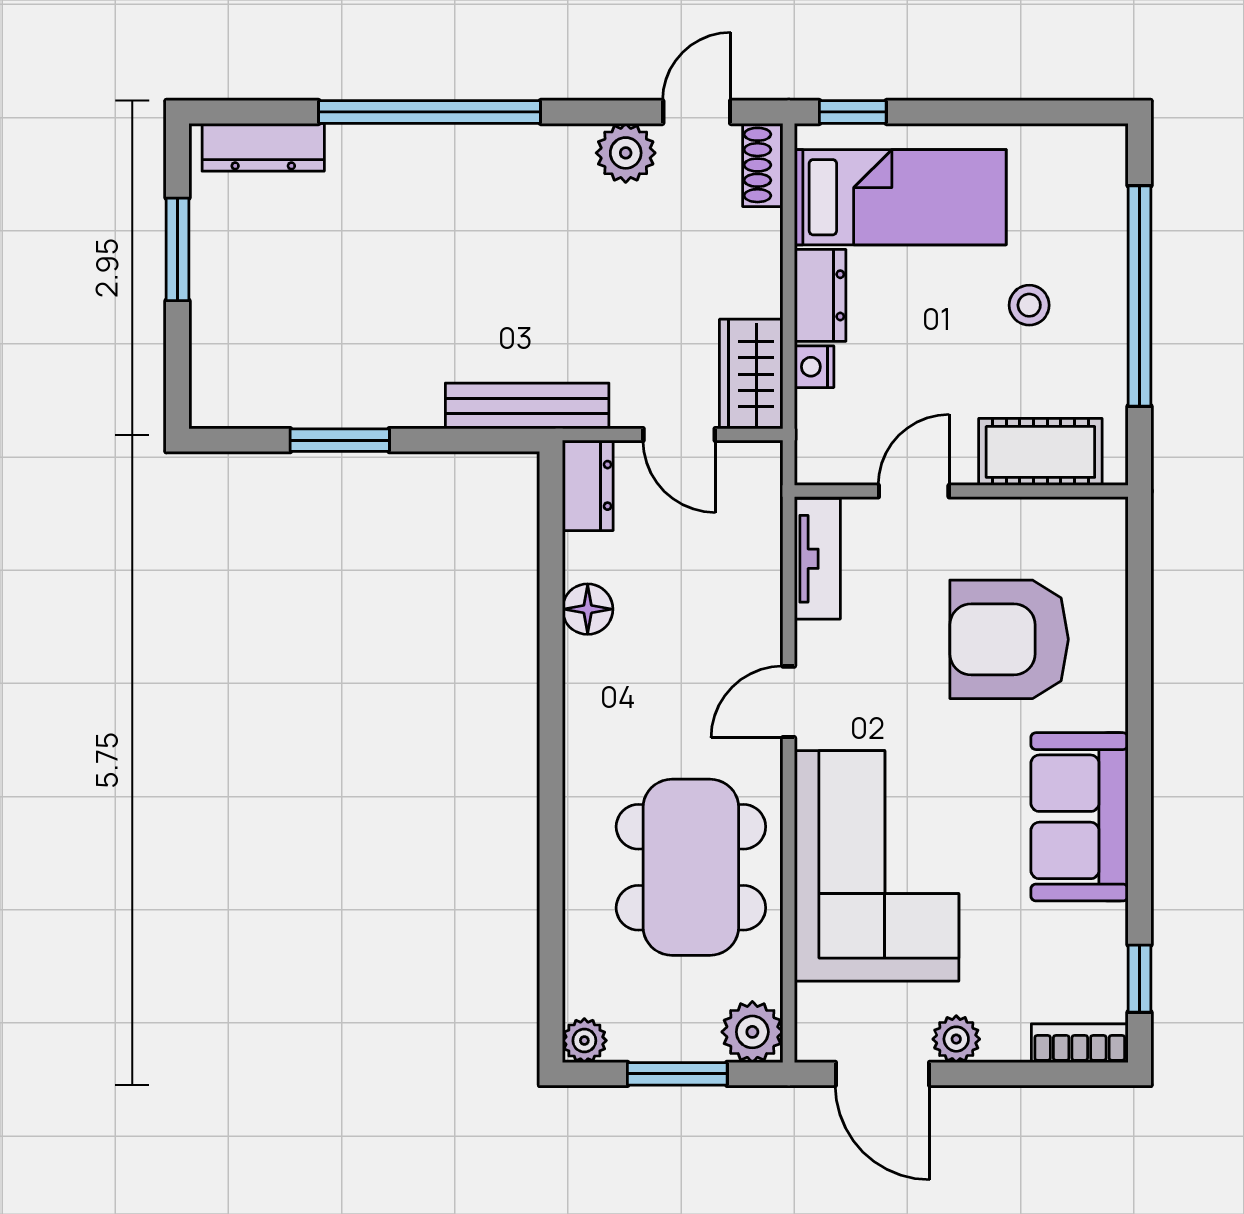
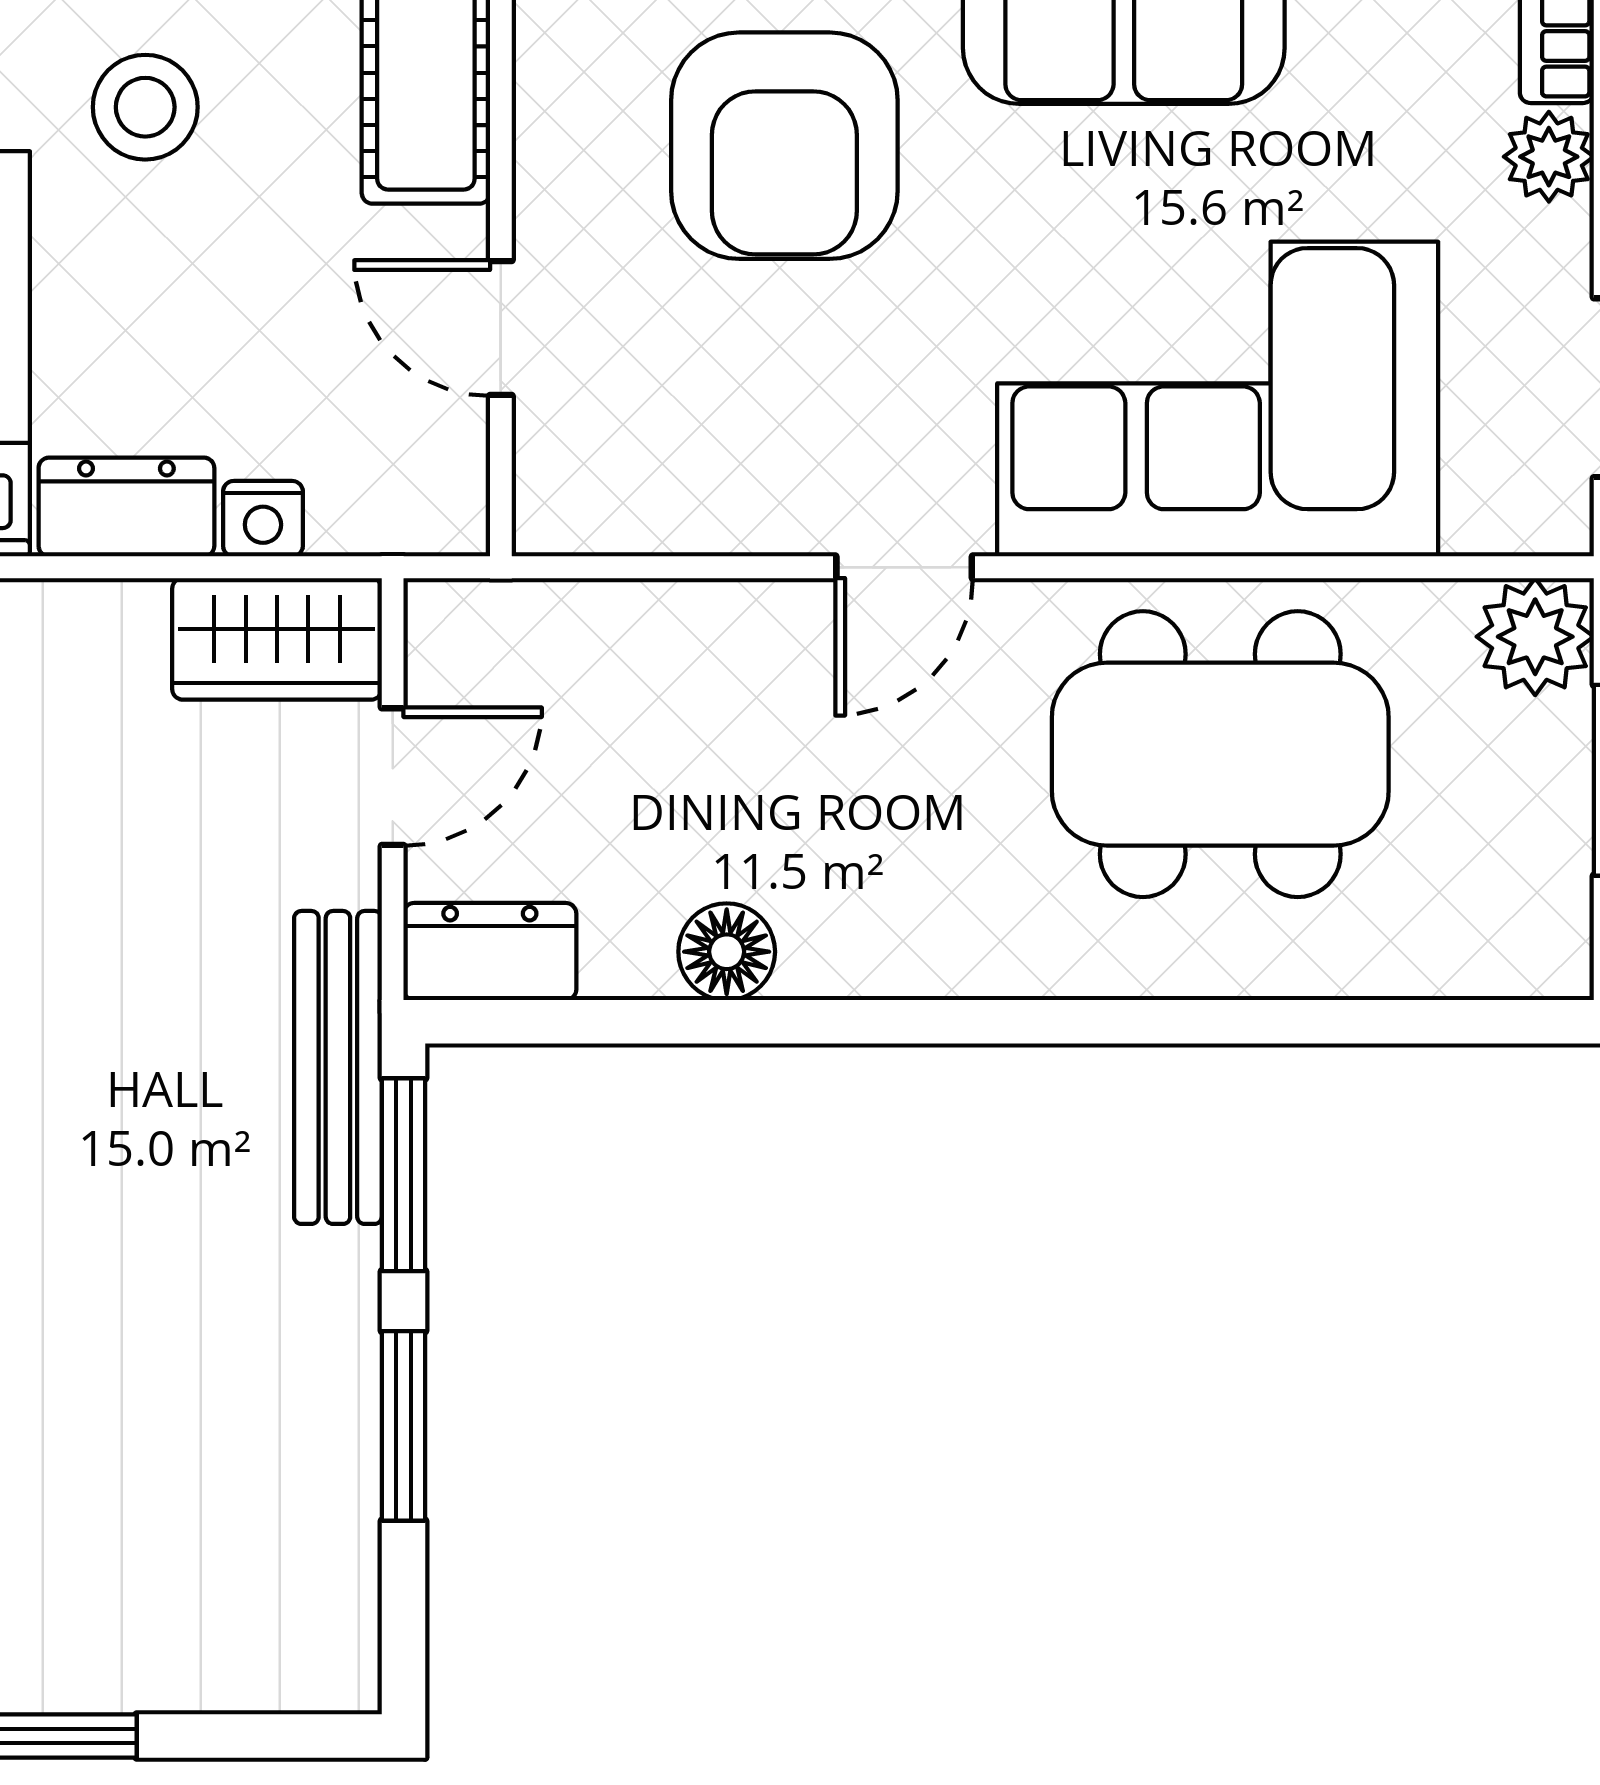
stool: (1029, 305) -> (145, 107), width x1.37, depth x1.37
window: (471, 440) -> (403, 1175), added
tv unit: (817, 559) -> (630, 512), removed
door: (789, 702) -> (904, 567), hinge flipped
plant: (956, 1039) -> (1549, 157), moved
plant: (584, 1041) -> (1552, 958), removed

